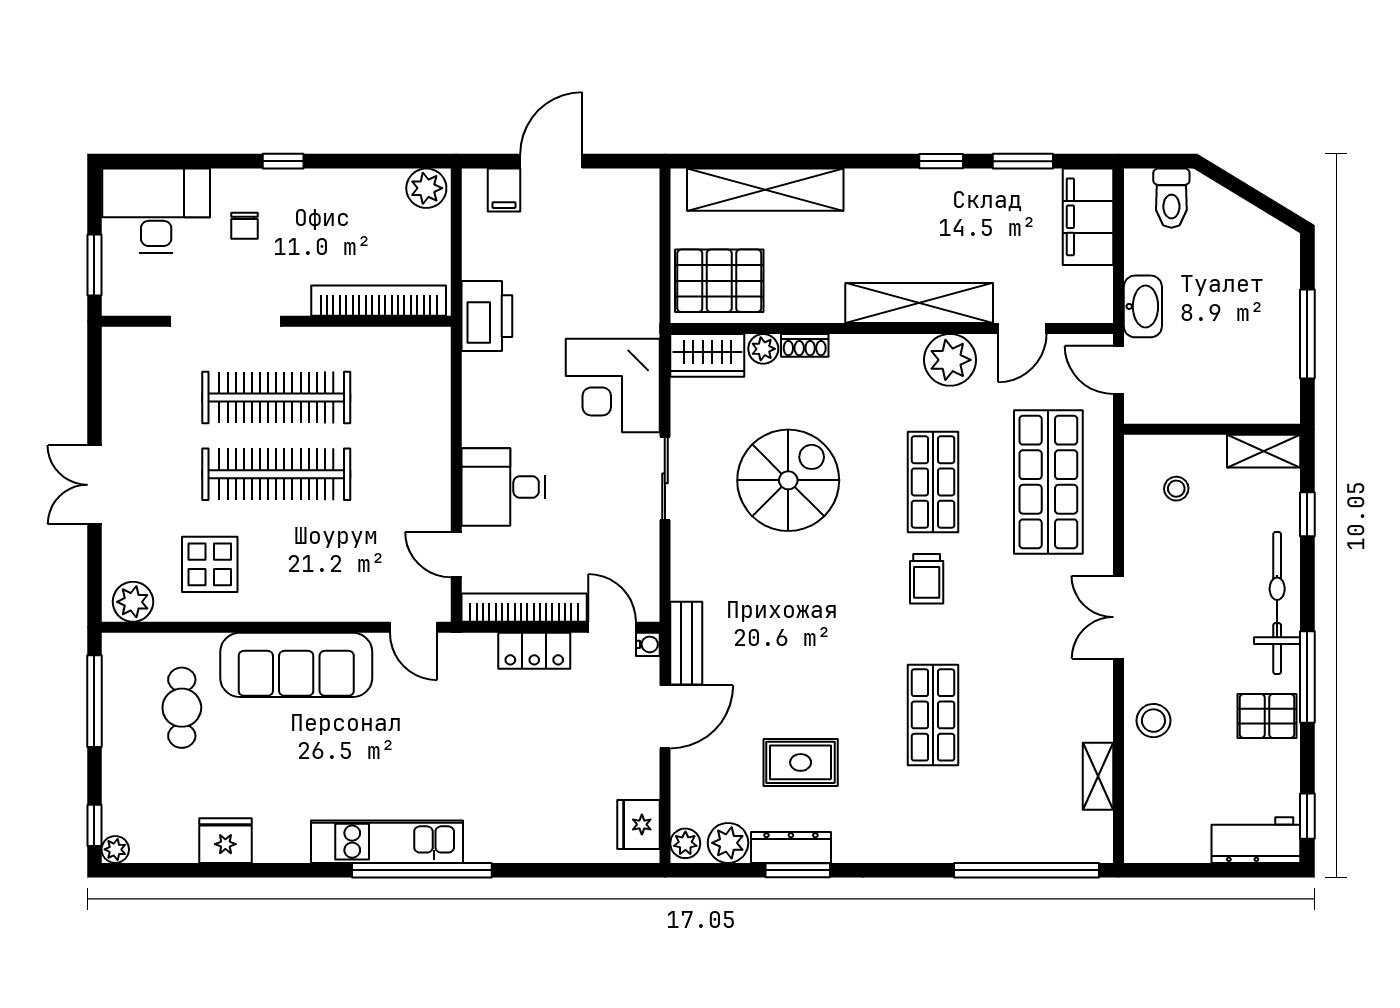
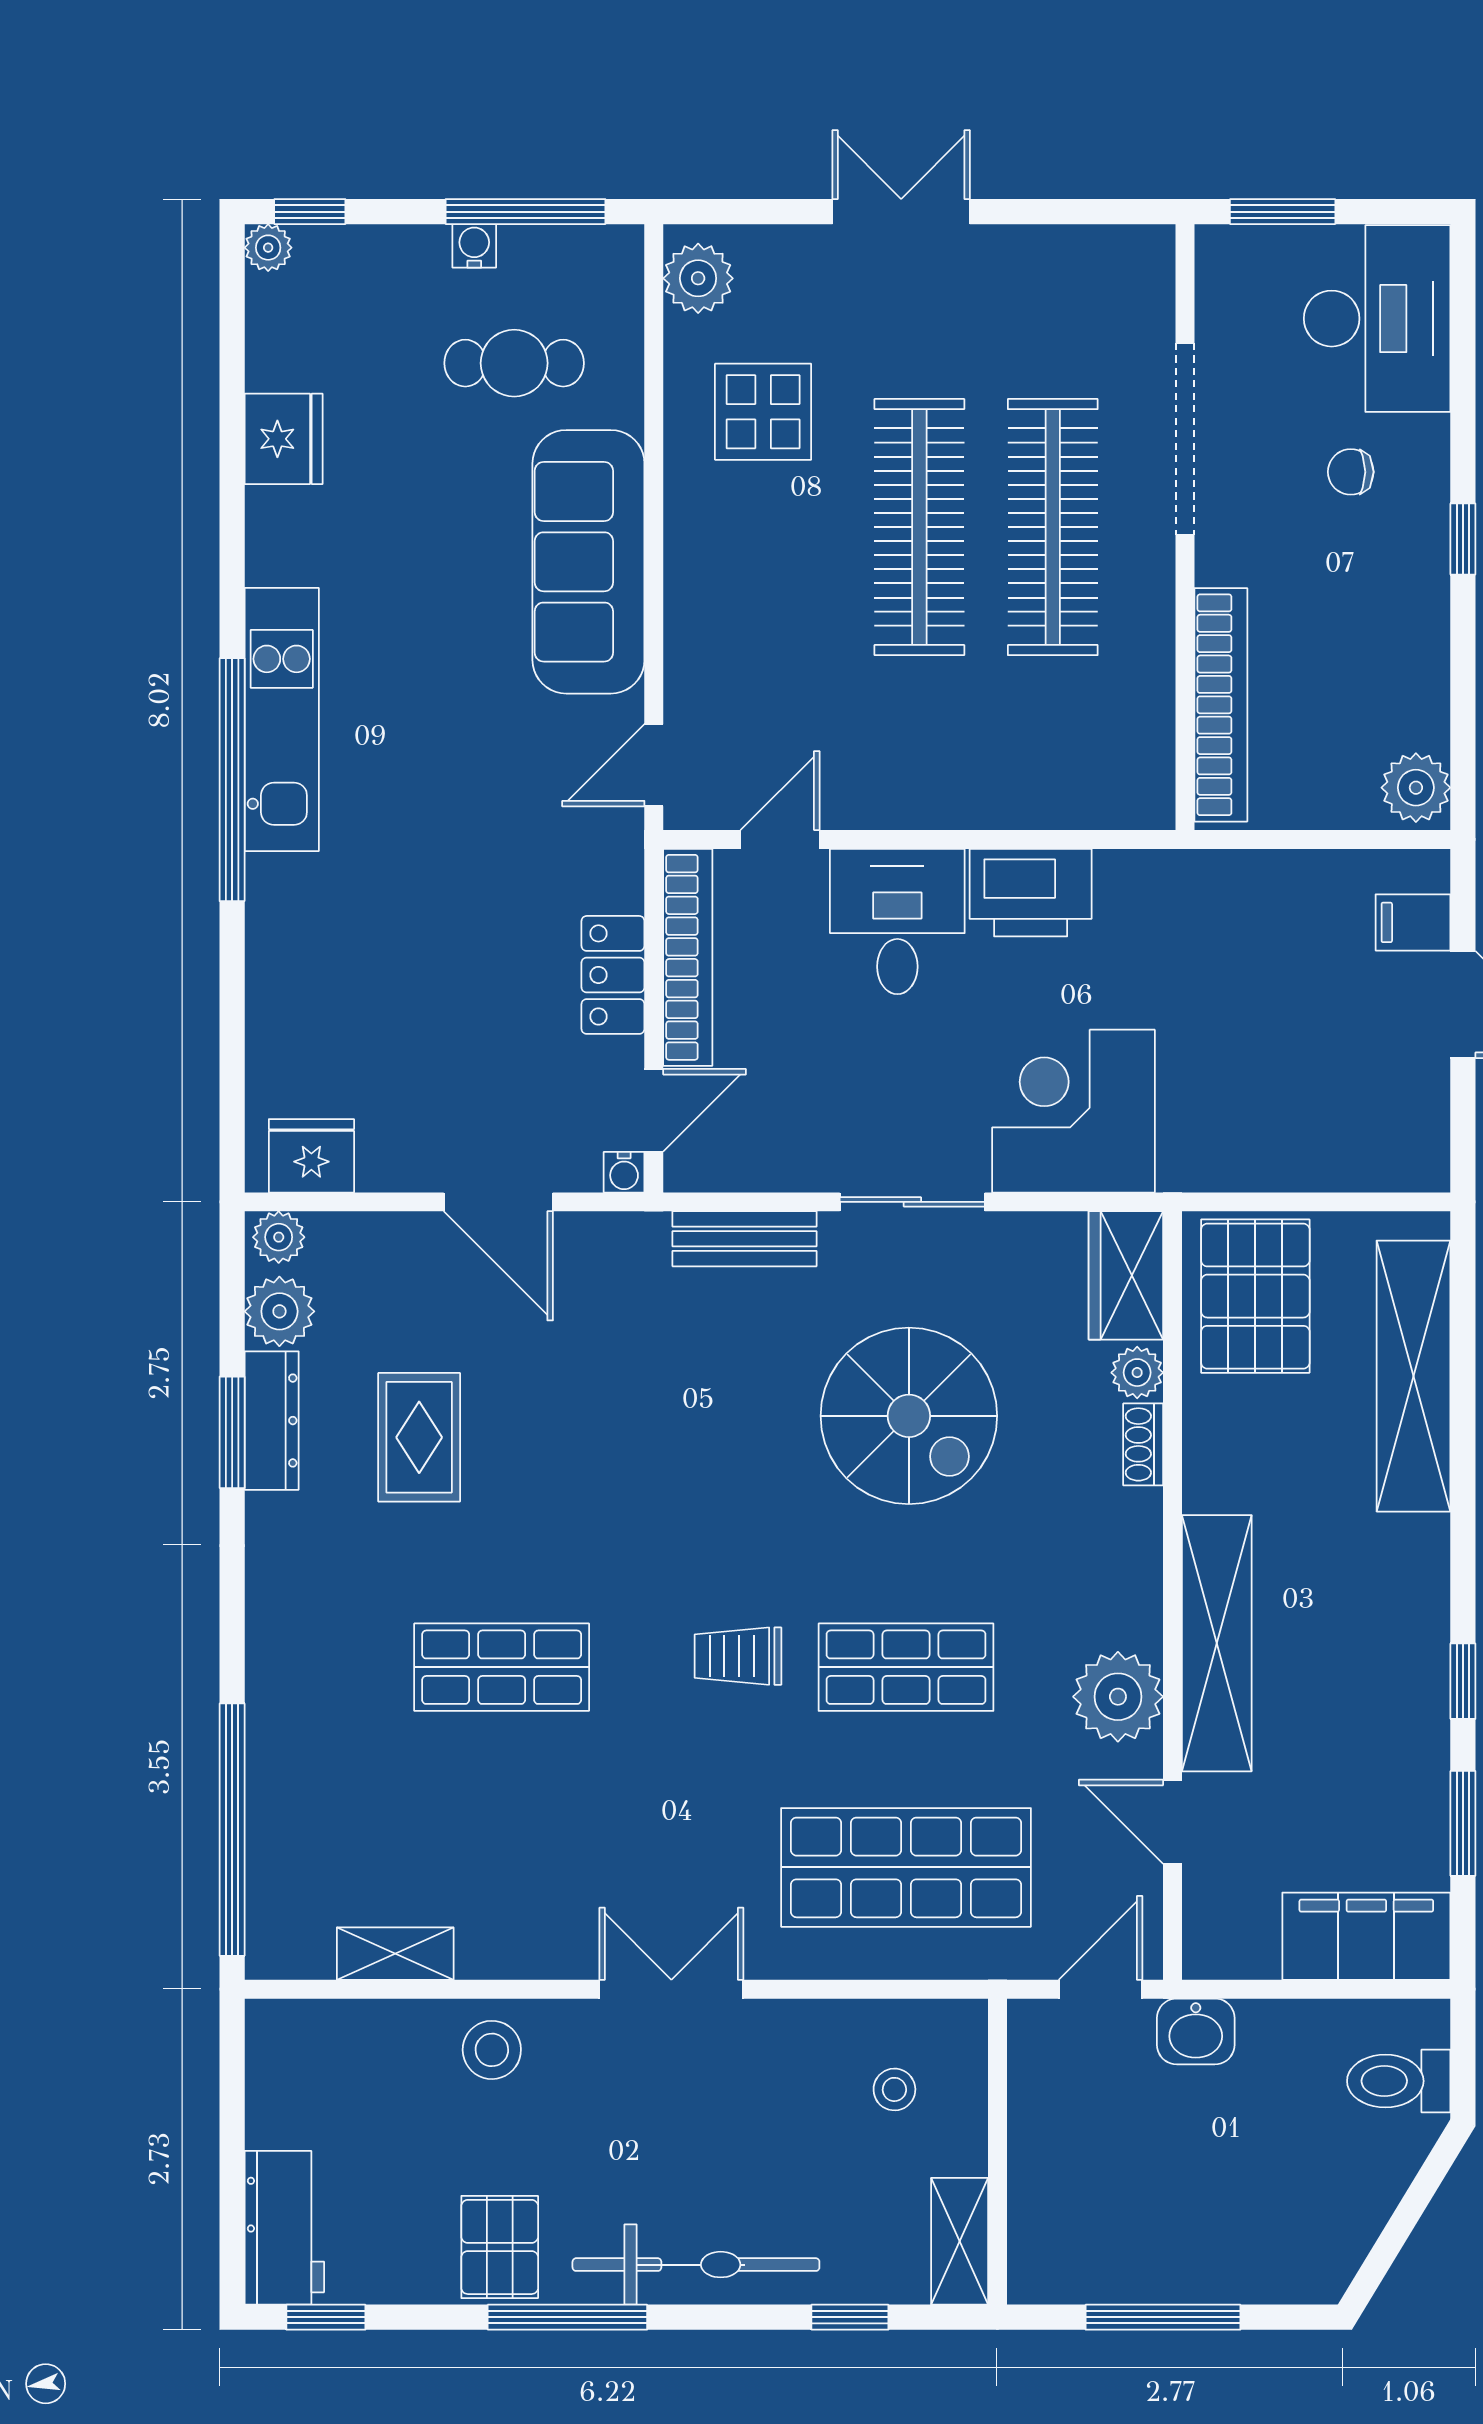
washbasin: (1143, 306) -> (1196, 2031), width x0.72
printer: (487, 316) -> (1031, 893), moved
bench: (686, 643) -> (744, 1239), moved
water cooler: (114, 731) -> (474, 246), added

